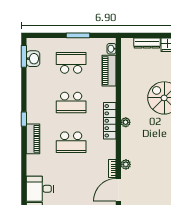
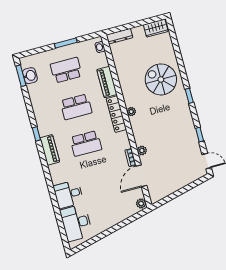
dresser: (147, 43) -> (119, 36), moved
piano: (109, 71) -> (107, 82), moved

